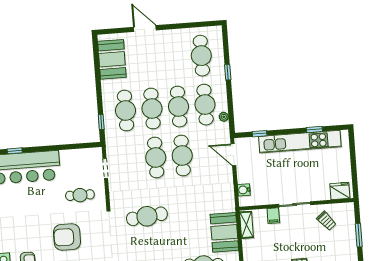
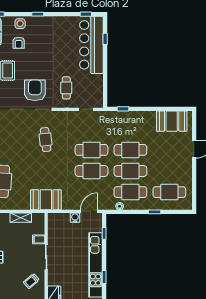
cafe table: (125, 111) -> (130, 129), removed
water cooler: (244, 190) -> (75, 218), moved
cafe table: (147, 216) -> (46, 140), width x0.73, depth x0.74
shelving: (247, 225) -> (21, 218), moved
booth: (224, 232) -> (46, 200), moved
armchair: (67, 237) -> (35, 90), moved

